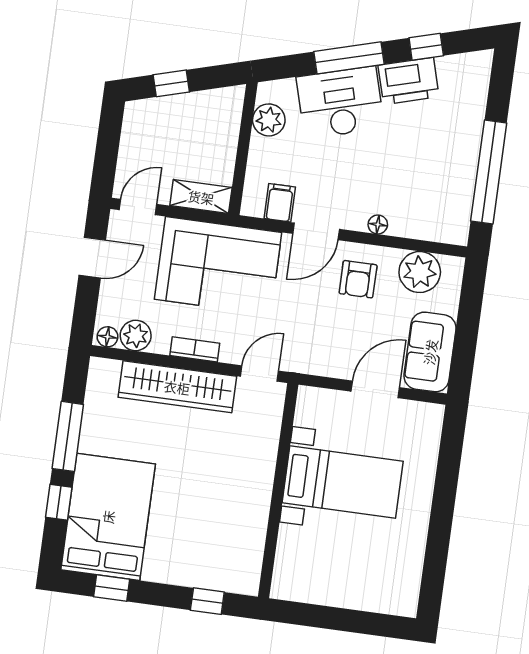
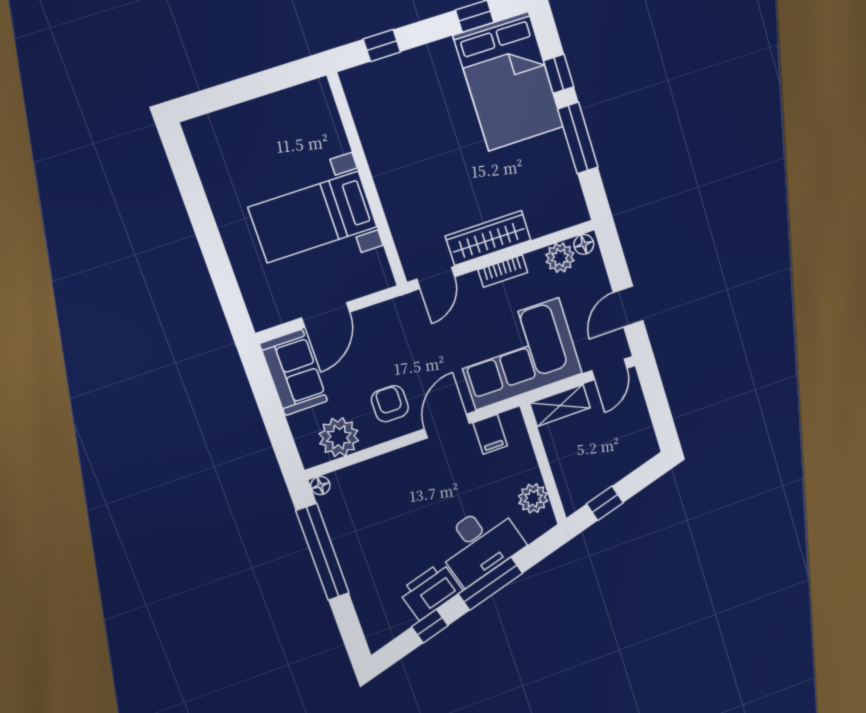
window: (171, 83) -> (605, 503), moved
floor lamp: (378, 225) -> (320, 486), moved
wardrobe: (177, 387) -> (488, 238), width x0.71, depth x0.85

